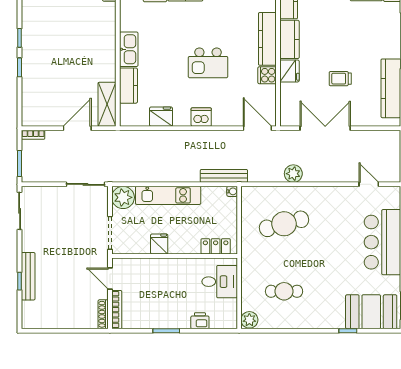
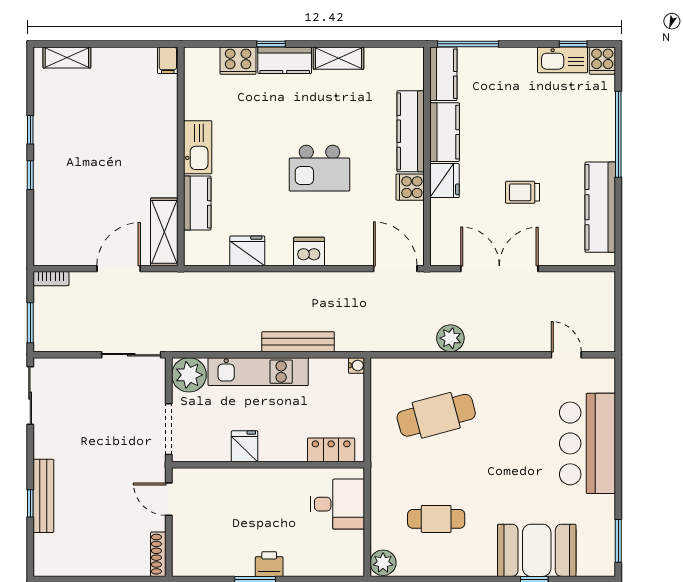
bench: (224, 176) -> (298, 342), moved
bookcase: (117, 310) -> (179, 547), removed
booth: (371, 312) -> (537, 550), moved
printer: (200, 321) -> (269, 564), moved

